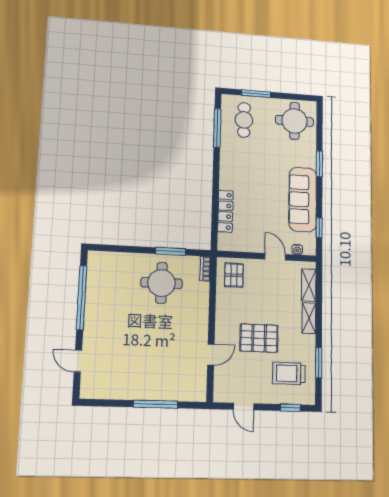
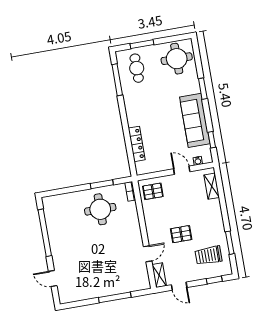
pallet: (234, 275) -> (153, 191), turned 90
shelving: (309, 318) -> (159, 275), moved
pallet: (259, 338) -> (181, 234), width x0.67, depth x0.71

